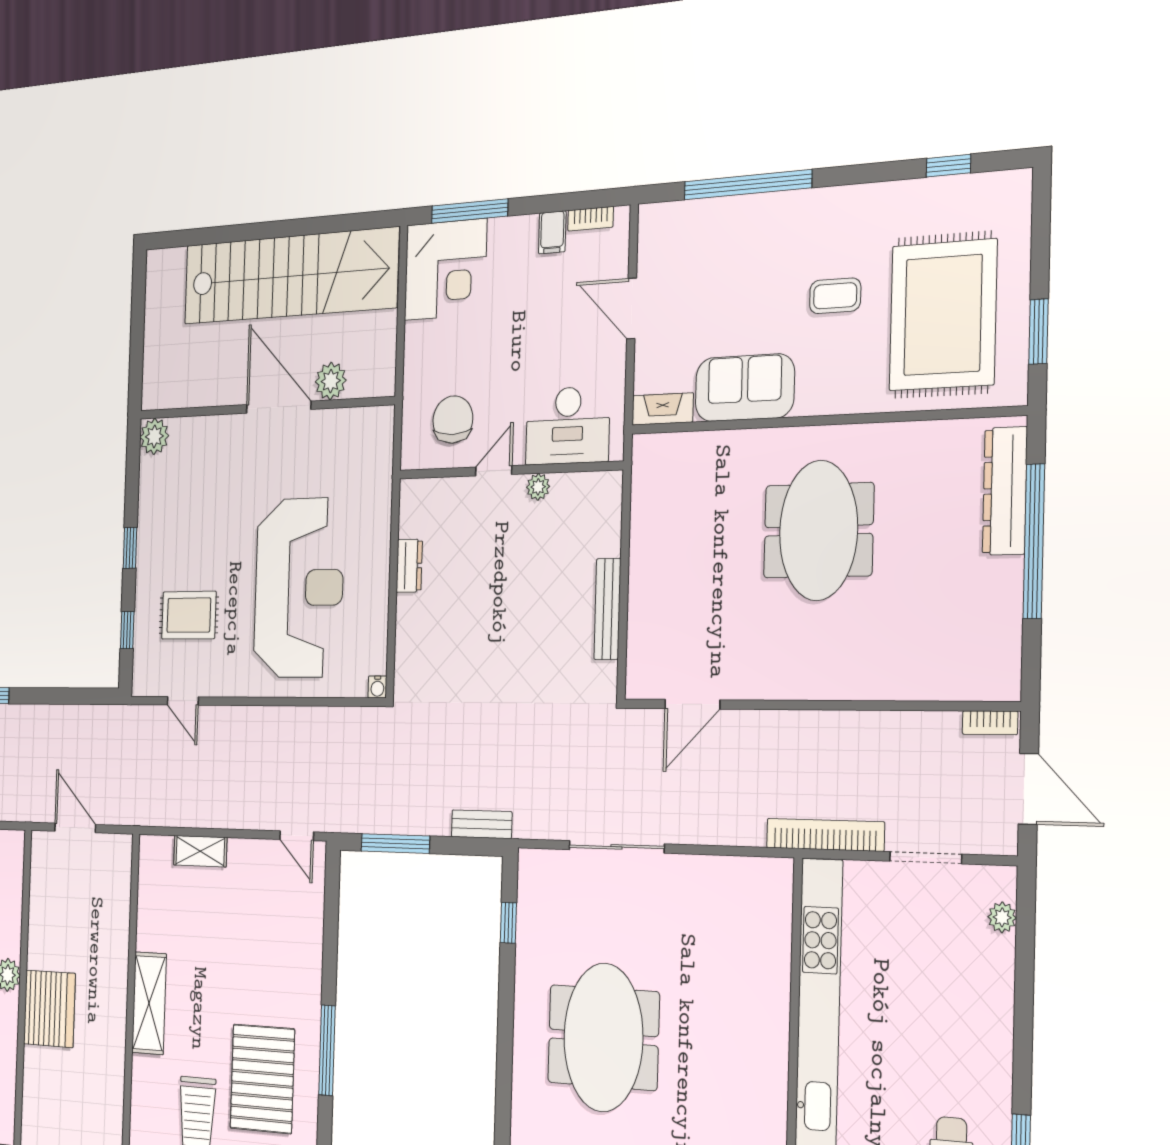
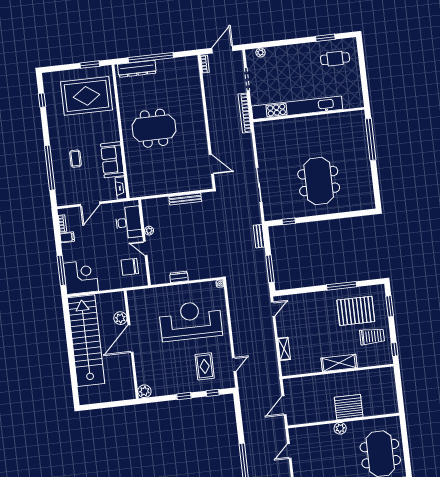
coffee table: (835, 296) -> (75, 159), moved
meeting table: (603, 1037) -> (319, 181), turned 90

